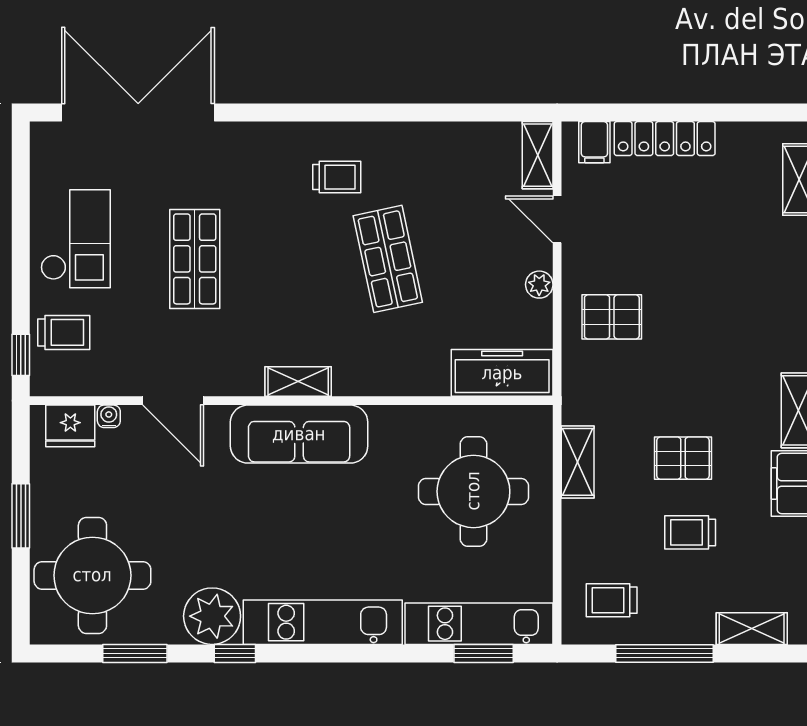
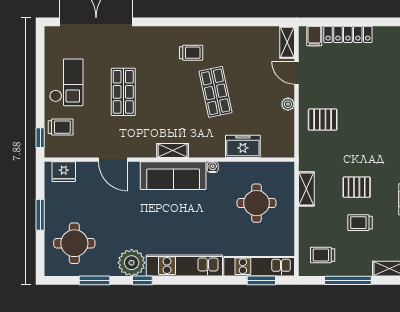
freezer: (502, 373) -> (243, 146), moved, width x0.71
water cooler: (109, 416) -> (213, 167), moved
round table: (473, 491) -> (256, 203), width x0.73, depth x0.73
round table: (92, 575) -> (74, 243), width x0.73, depth x0.73

